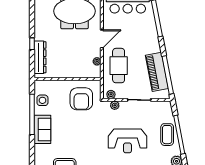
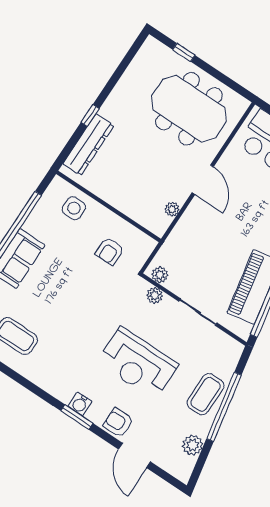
door: (102, 39) -> (203, 180), hinge flipped
cafe table: (119, 66) -> (201, 238), removed
armchair: (81, 99) -> (110, 251), width x0.53, depth x0.53
side table: (42, 100) -> (74, 208), moved

